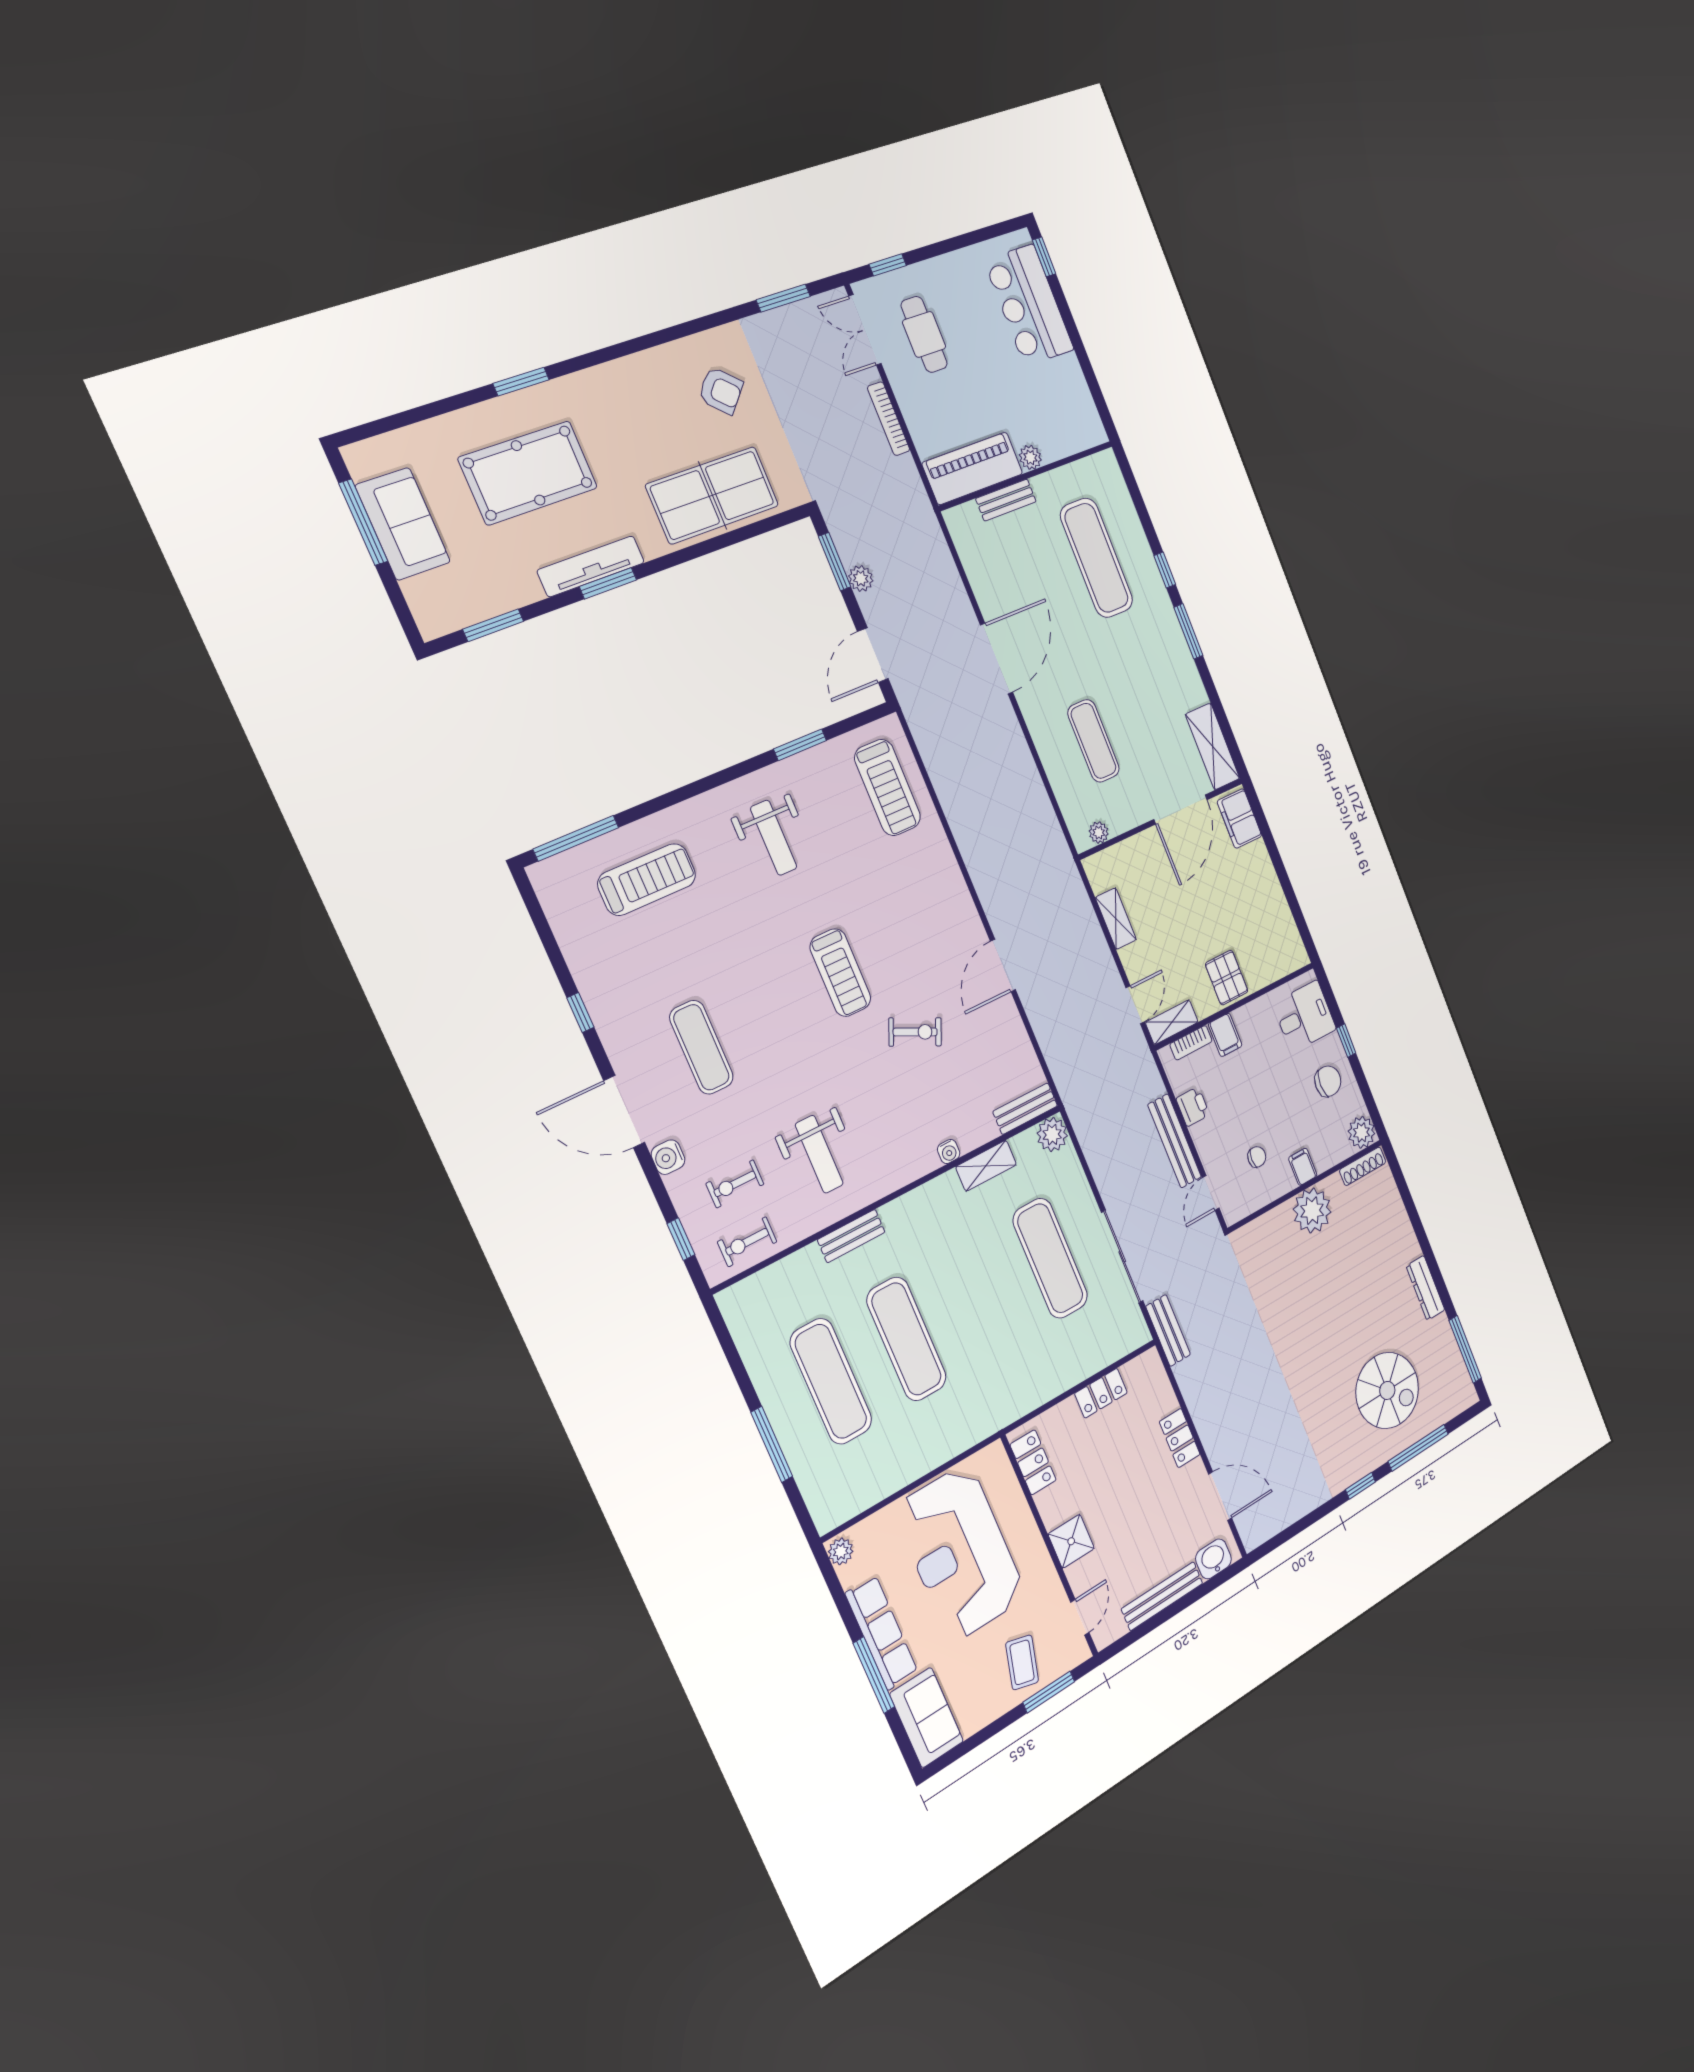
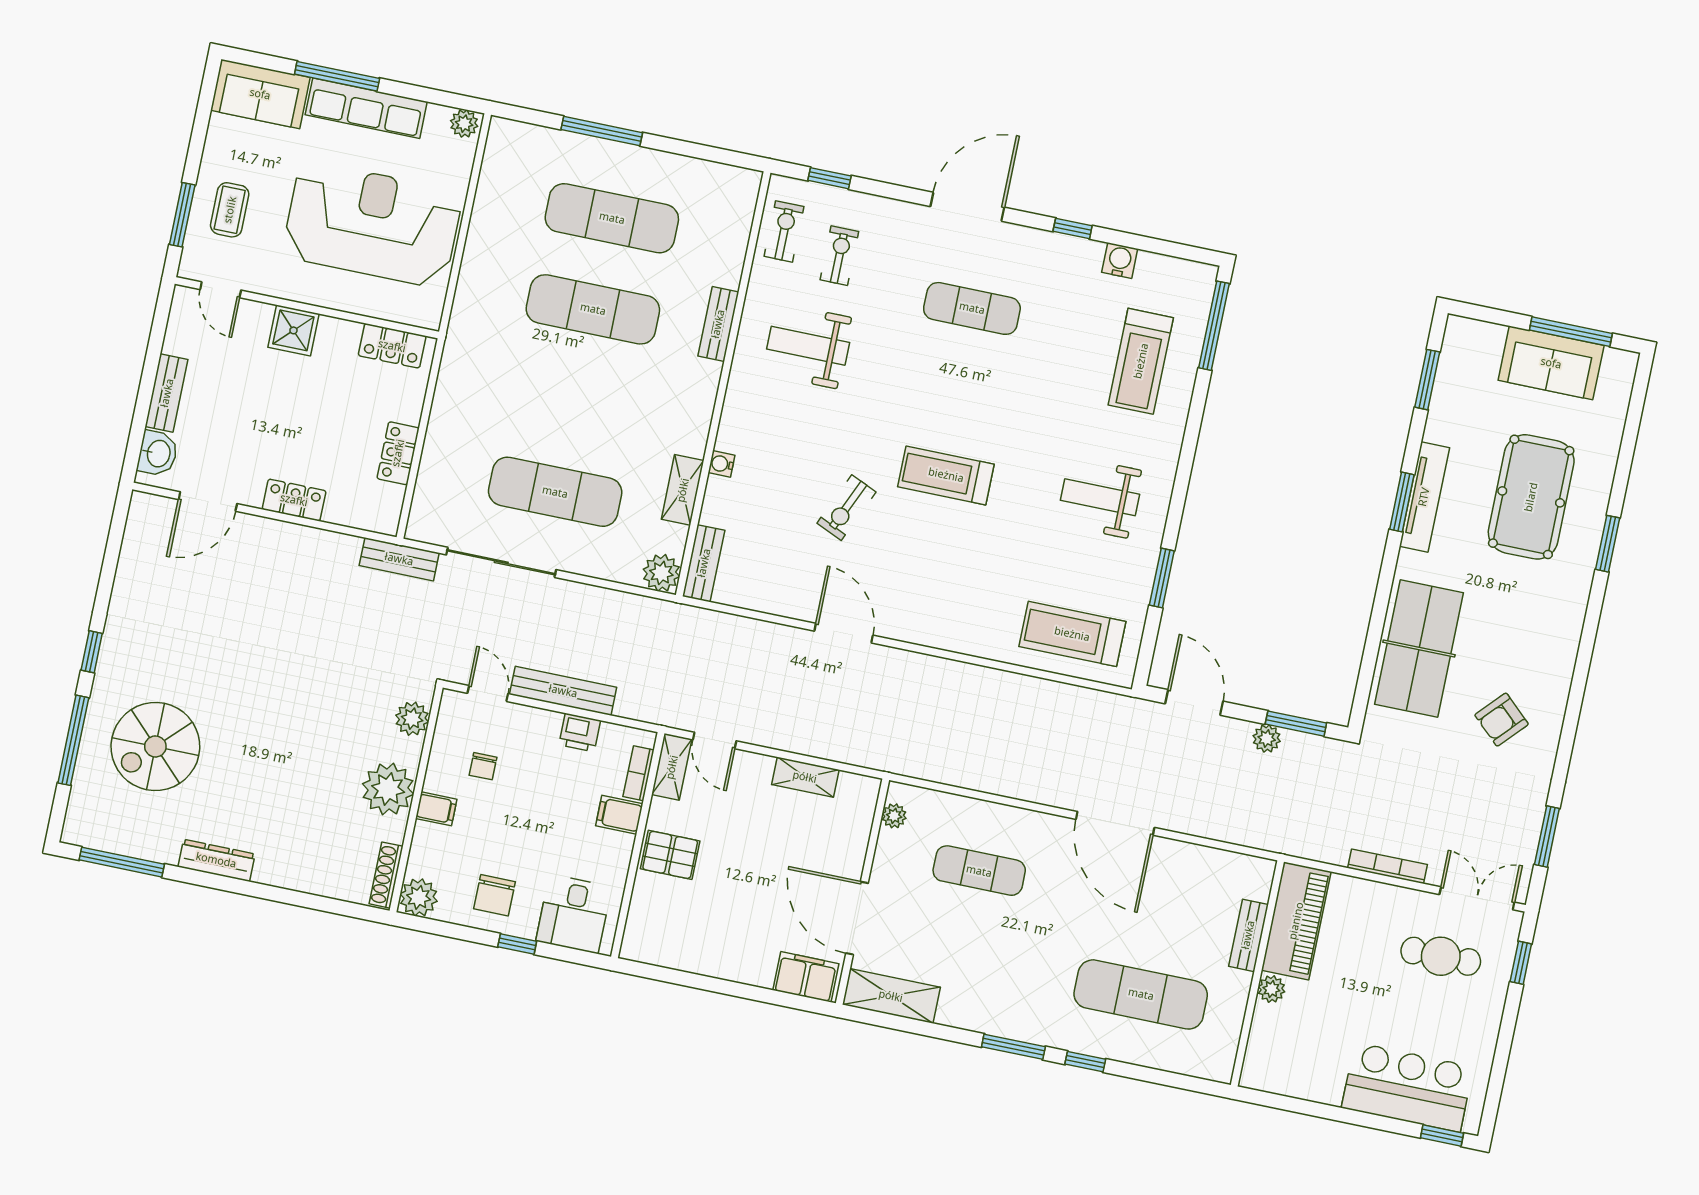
water cooler: (668, 1157) -> (1120, 261), moved
plant: (1260, 1232) -> (412, 719), added
bench: (1162, 1596) -> (167, 393), width x0.73
coffee table: (1022, 1662) -> (230, 210), turned 75

